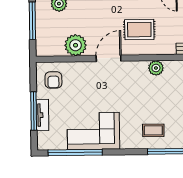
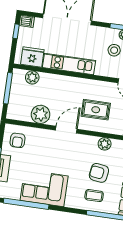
armchair: (155, 103) -> (99, 173), added

